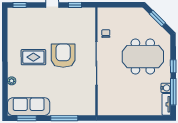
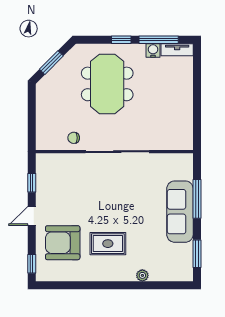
armchair: (63, 56) -> (63, 243), moved
rug: (33, 57) -> (108, 244), turned 90
sofa: (29, 107) -> (180, 212), moved

